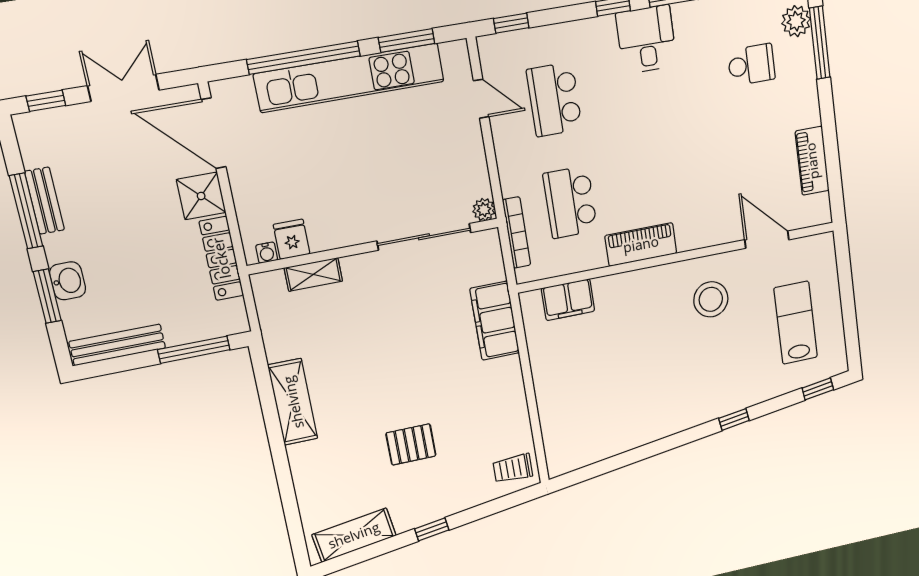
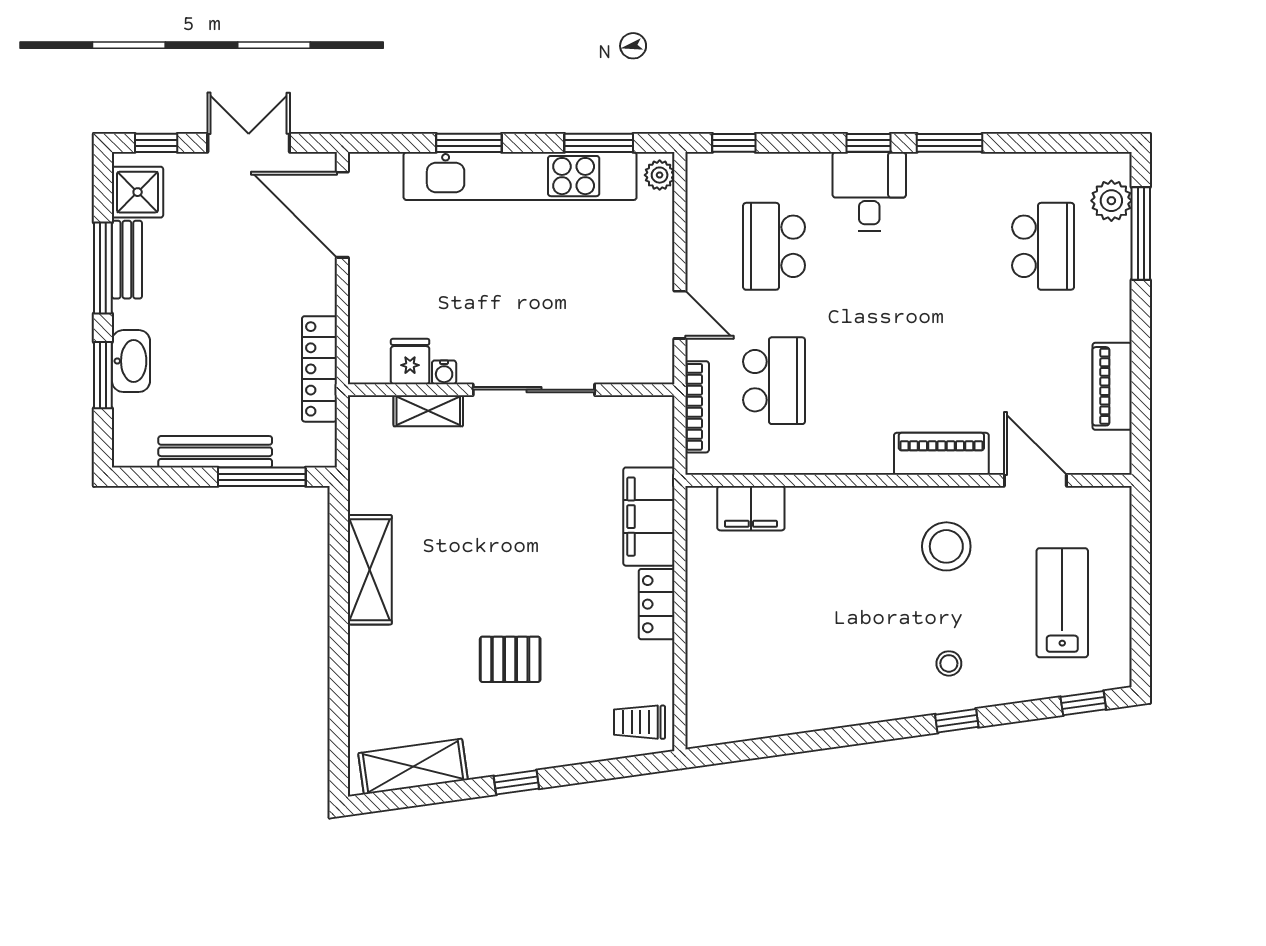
desk: (646, 40) -> (869, 191), moved
window: (304, 58) -> (469, 143), width x0.47
school desk: (751, 65) -> (1043, 246), width x1.85
door: (481, 99) -> (680, 315), moved
shower: (201, 196) -> (138, 192), moved
school desk: (570, 202) -> (774, 381), turned 180
plant: (484, 210) -> (660, 175), moved
sliding door: (424, 237) -> (534, 390), moved
piano: (641, 244) -> (941, 454), moved
water cooler: (267, 253) -> (444, 372), moved
washbasin: (68, 281) -> (131, 361), width x1.38
bench: (117, 345) -> (215, 452), moved
stool: (723, 381) -> (949, 663), added
locker: (511, 383) -> (657, 604), added

